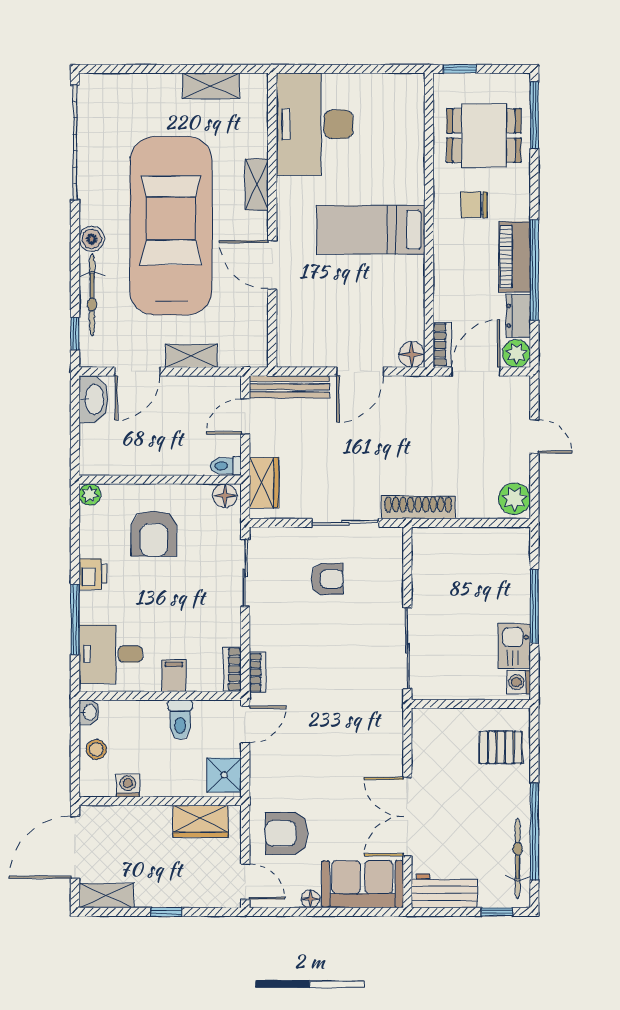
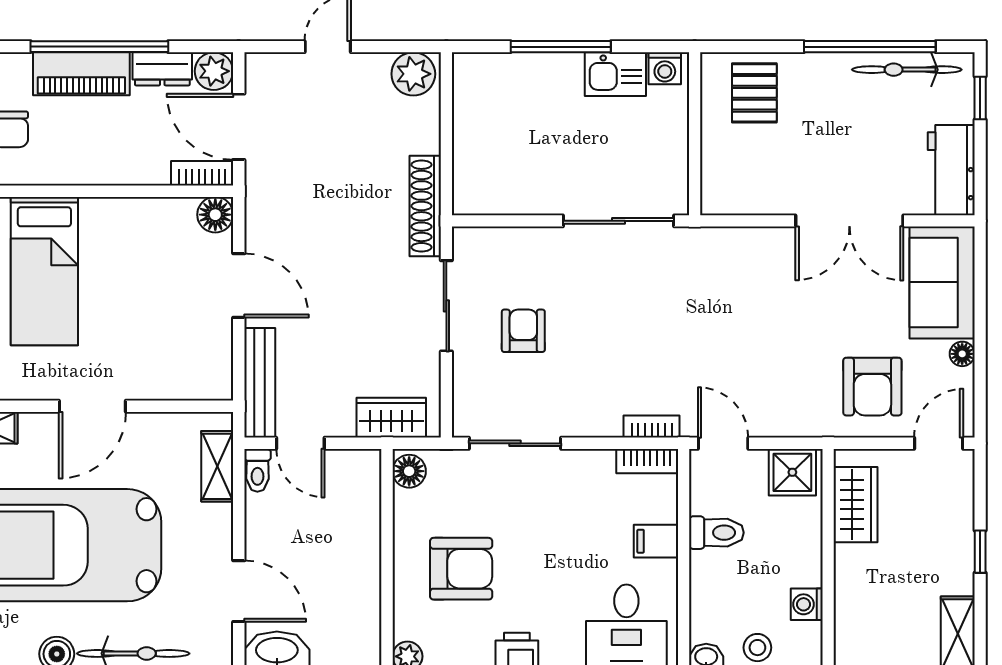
shelving: (191, 356) -> (217, 466), moved
toilet: (226, 466) -> (257, 470), moved

